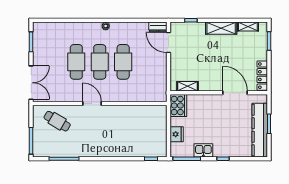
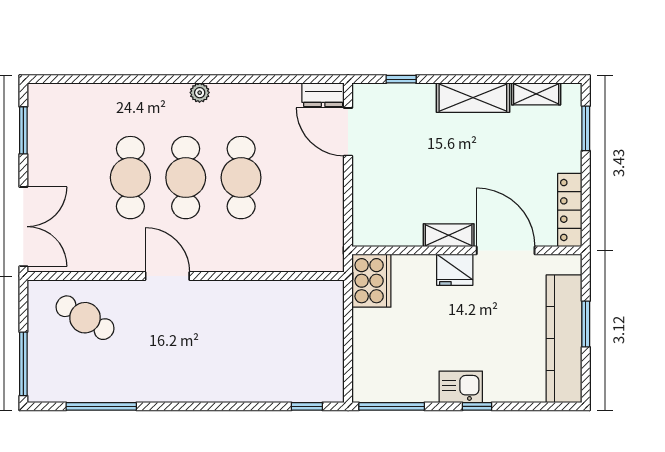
shelving: (187, 86) -> (449, 235), moved
fridge: (177, 134) -> (455, 270), moved, turned 90
kitchen sink: (203, 150) -> (461, 387), moved

